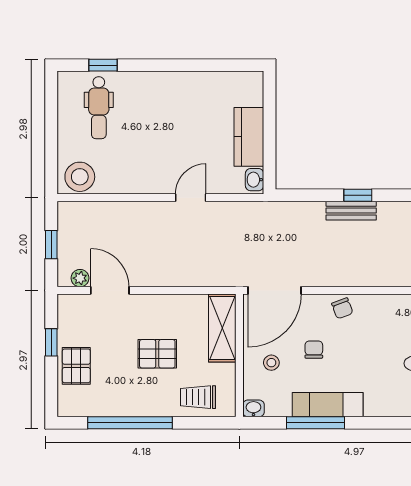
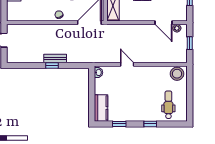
window: (103, 65) -> (150, 124), moved
window: (208, 65) -> (119, 124), added
kitchen counter: (249, 137) -> (101, 108), moved
door: (191, 198) -> (127, 64), swing flipped

